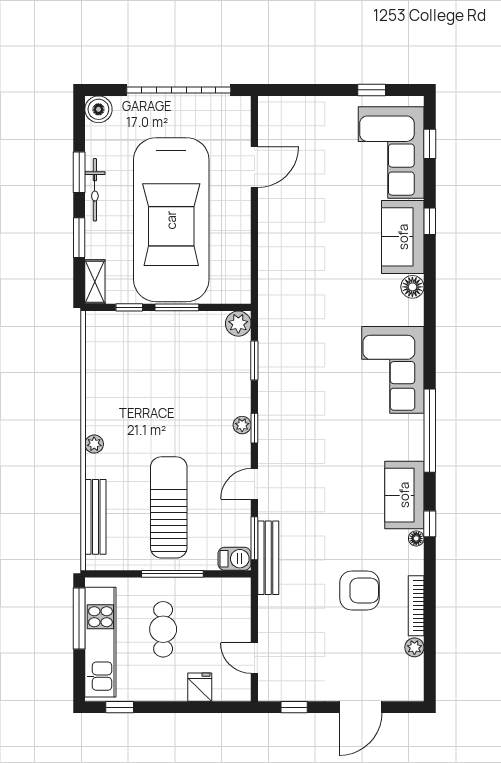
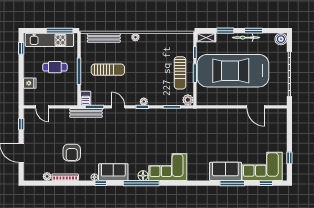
window: (430, 221) -> (232, 183), width x2.17
floor lamp: (412, 287) -> (143, 176), moved
sun lounger: (176, 342) -> (180, 73), added
sun lounger: (169, 507) -> (108, 70), width x0.73, depth x0.75
door: (254, 658) -> (42, 107), swing flipped

